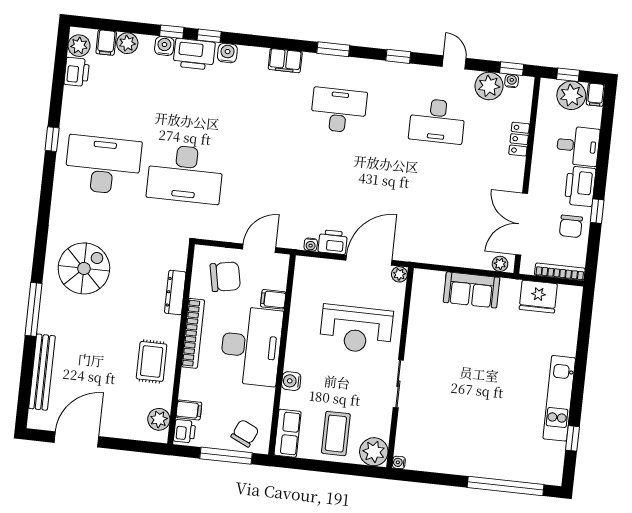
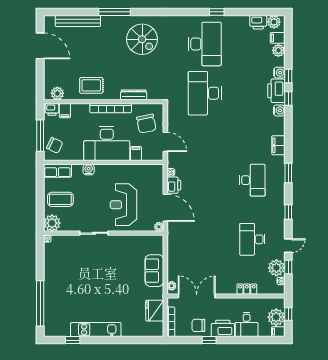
window: (512, 69) -> (288, 267), moved

